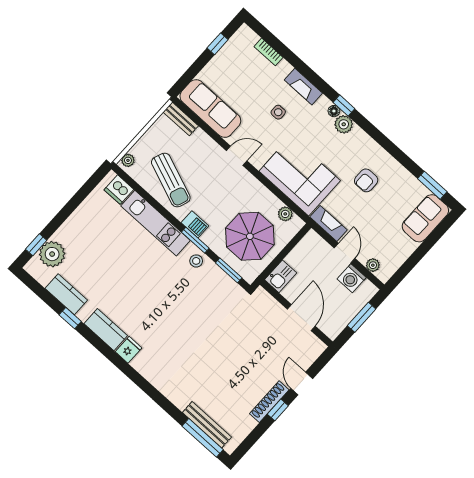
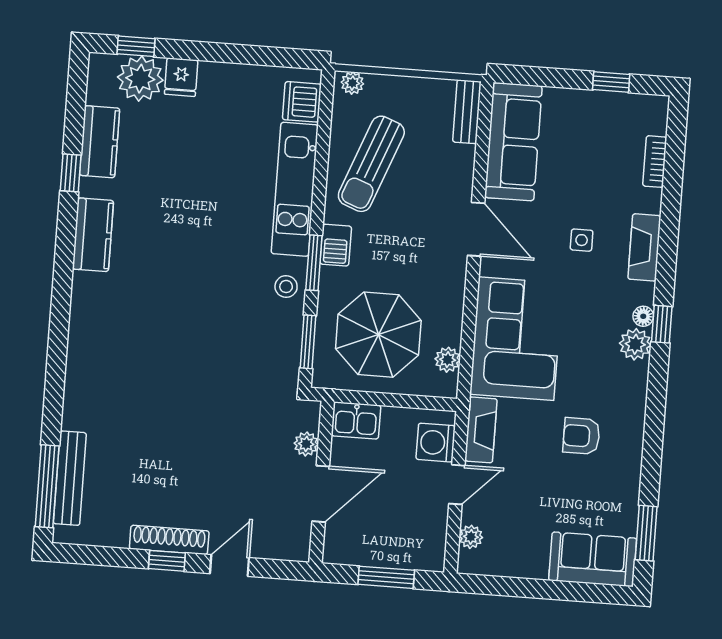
door: (237, 156) -> (476, 229), width x1.38
washing machine: (352, 278) -> (436, 443), moved
plant: (274, 307) -> (306, 444), added
fridge: (128, 350) -> (181, 77), moved, turned 90

